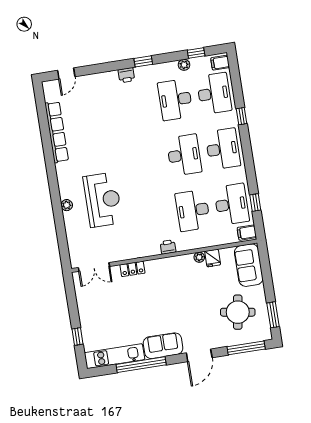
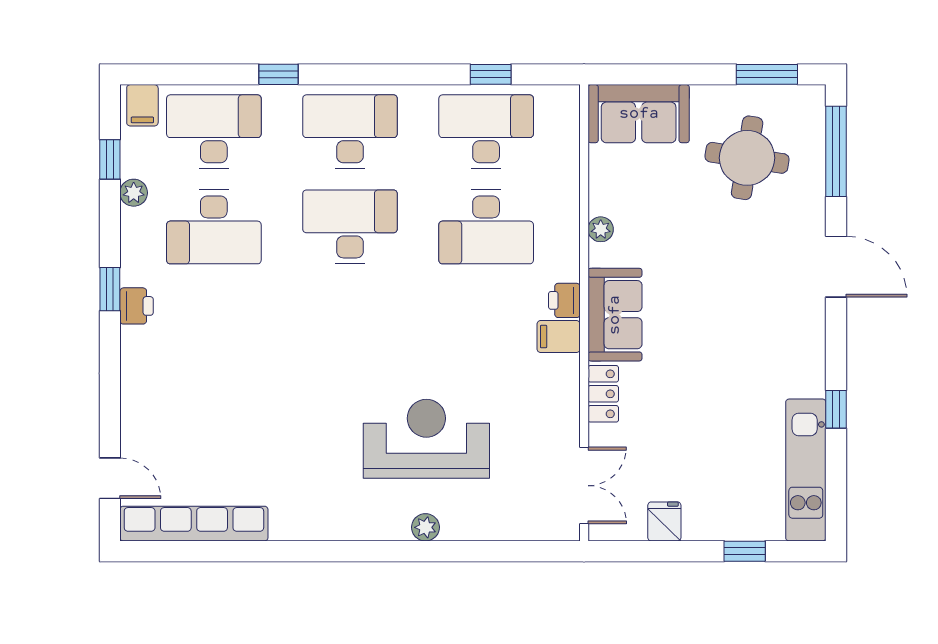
printer: (126, 75) -> (137, 306), moved
row of seats: (57, 132) -> (194, 524), moved
filing cabinet: (247, 233) -> (559, 337), moved, turned 90
fridge: (213, 258) -> (664, 521), moved, turned -90
sofa: (163, 346) -> (615, 315), moved, turned 180
window: (141, 365) -> (836, 409), width x0.32

